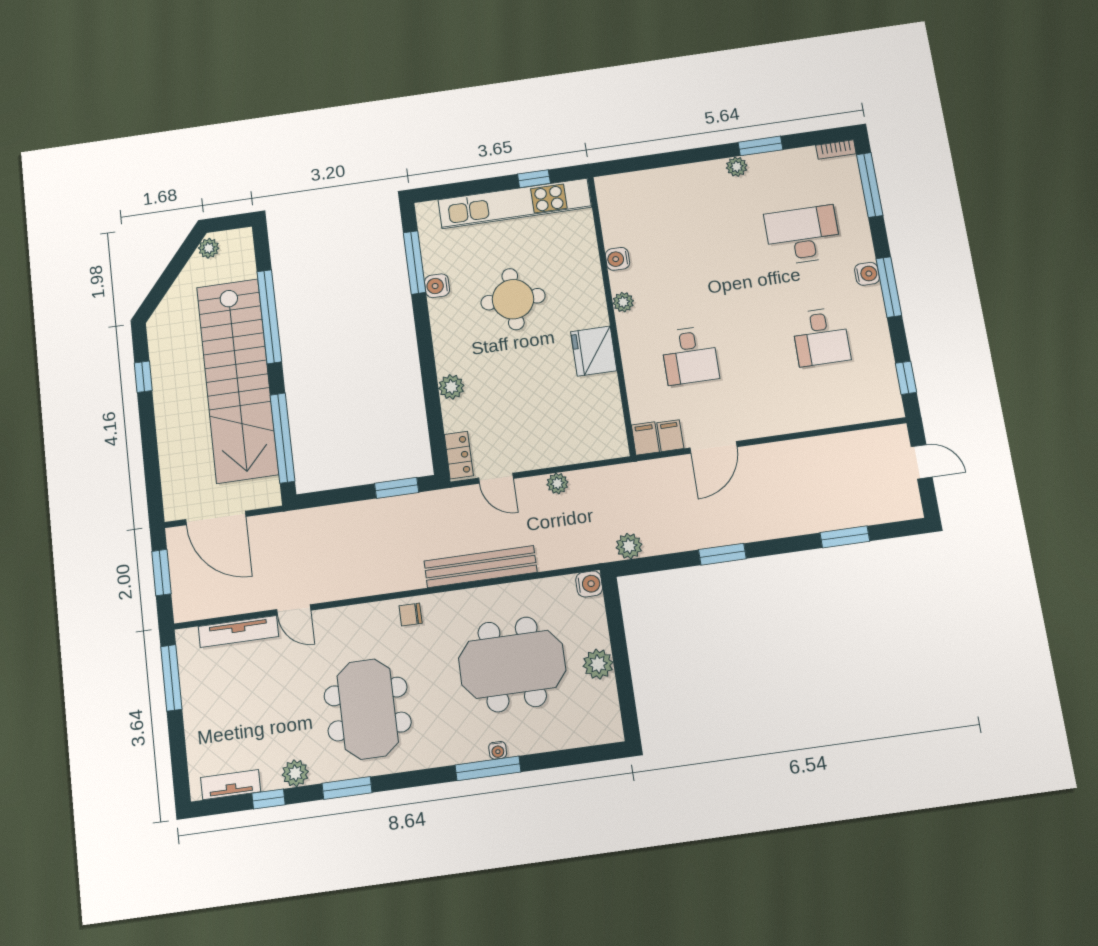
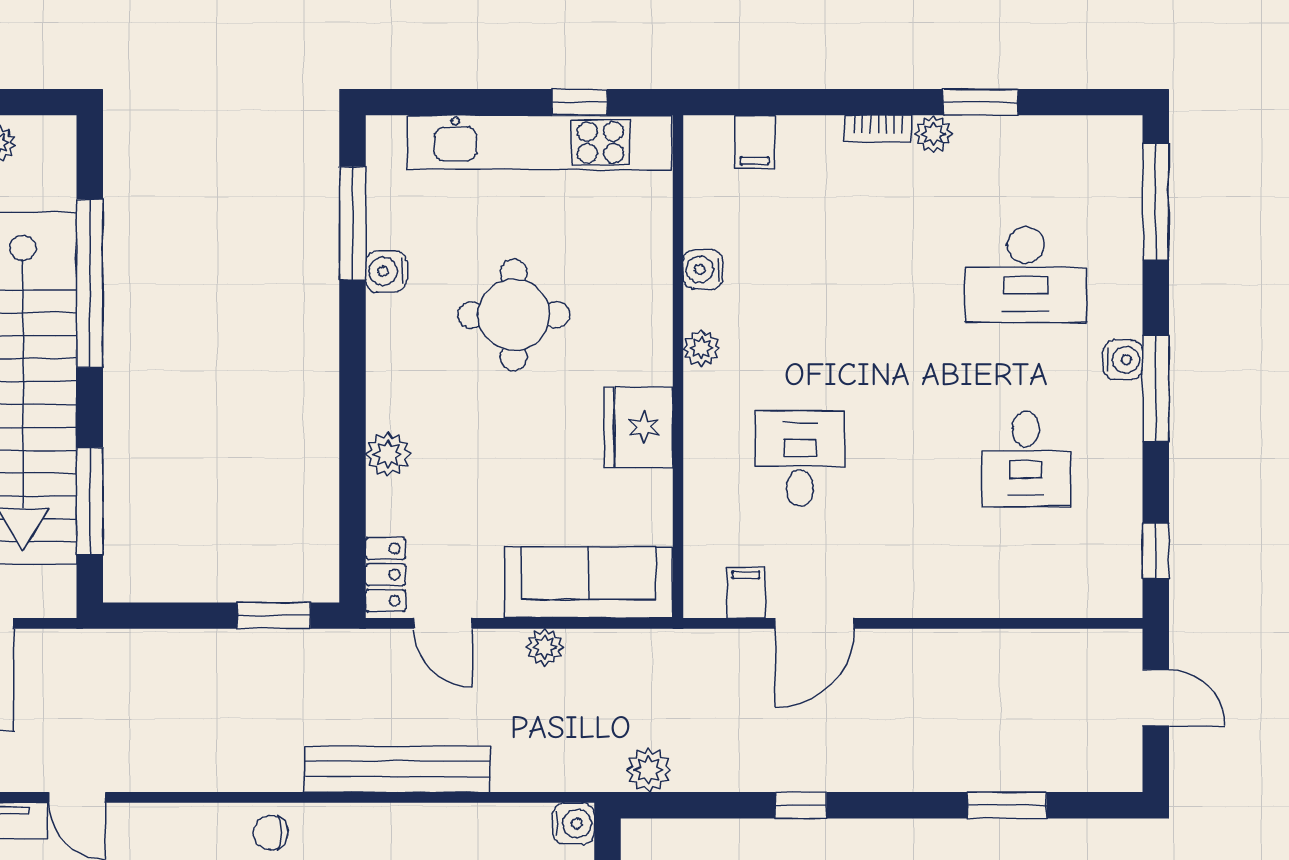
bookcase: (836, 150) -> (878, 129), moved
desk: (803, 235) -> (1026, 275), turned 180
desk: (690, 355) -> (800, 459), turned 180
window: (283, 438) -> (90, 501), width x0.68
filing cabinet: (645, 438) -> (755, 142), moved, turned 180
sofa: (578, 443) -> (589, 582), added
window: (722, 554) -> (801, 805), width x0.67

